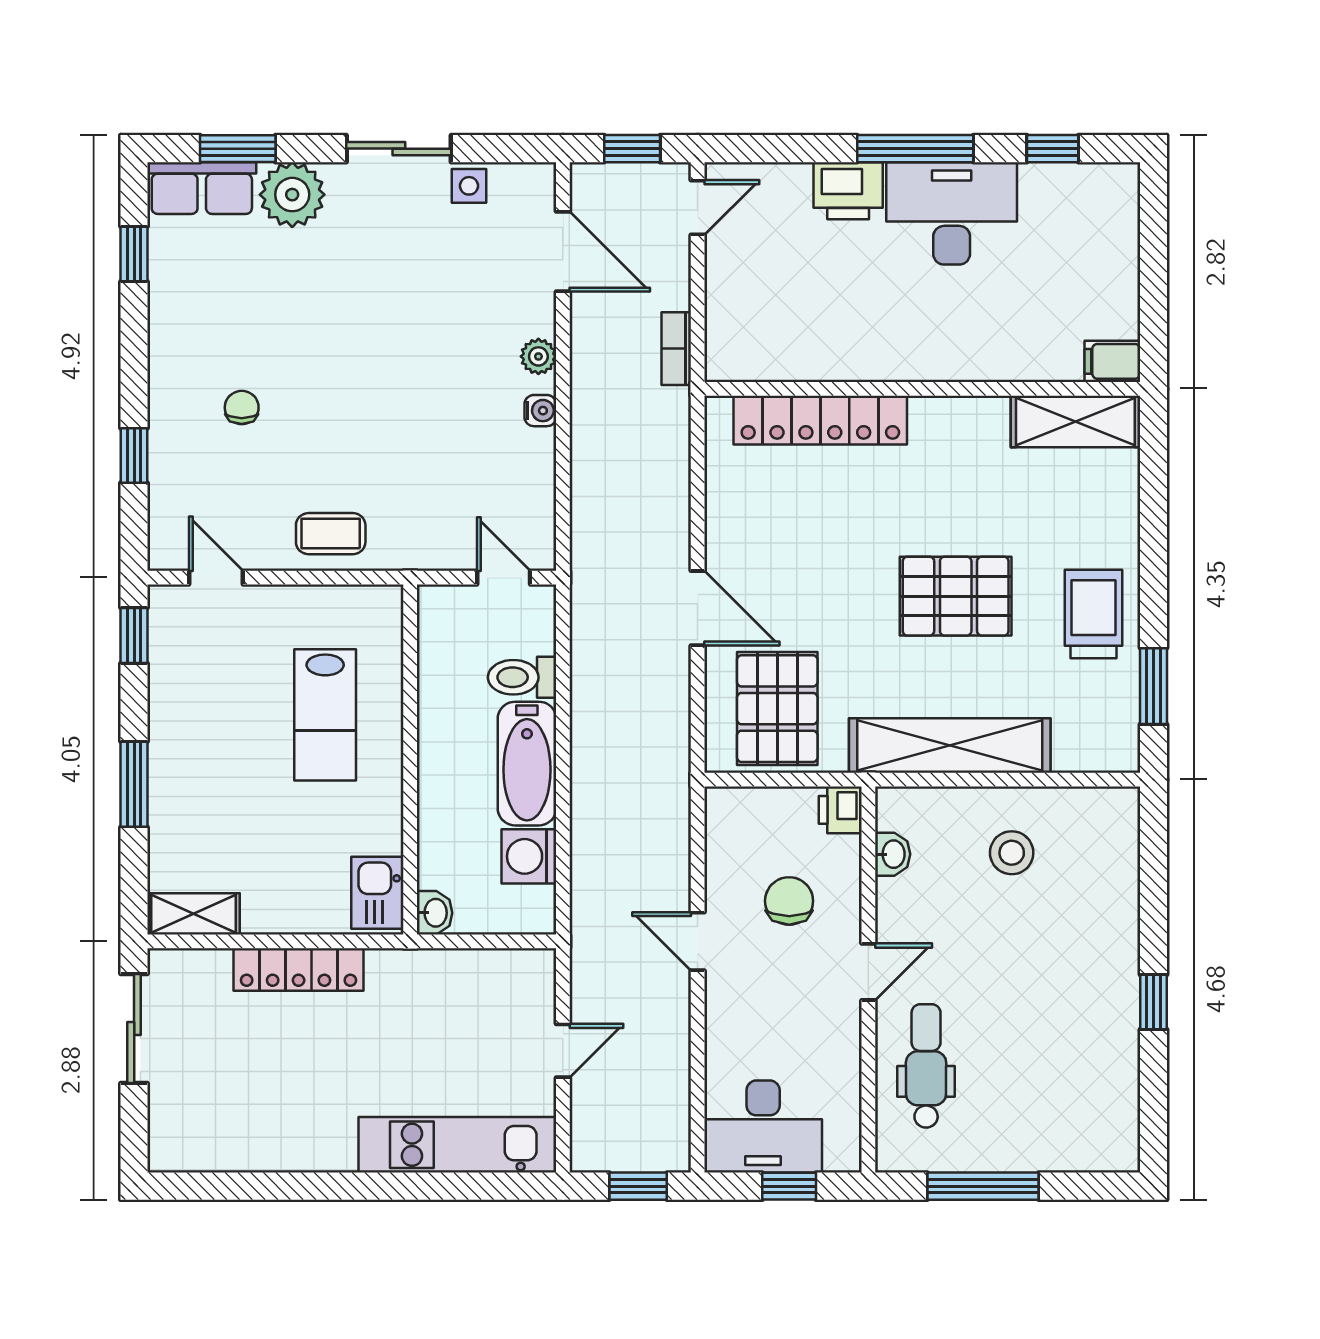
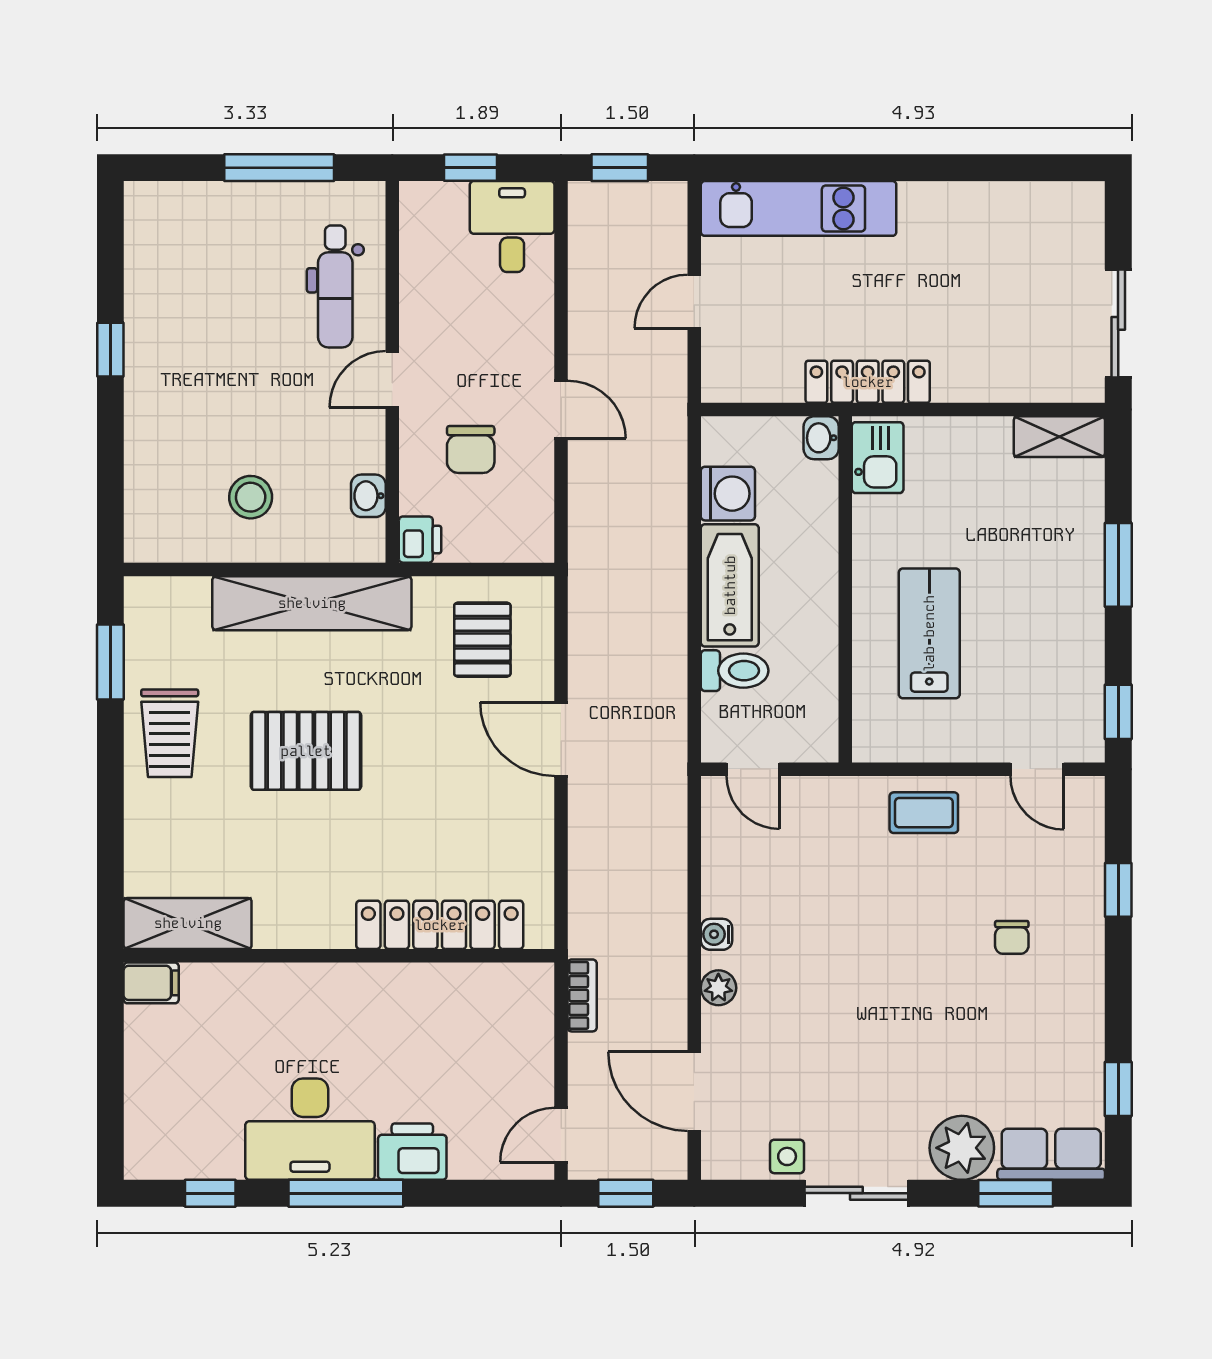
pallet: (777, 709) -> (482, 640), width x0.67, depth x0.71
locker: (299, 970) -> (868, 382), moved
desk: (763, 1126) -> (512, 227), width x0.73

